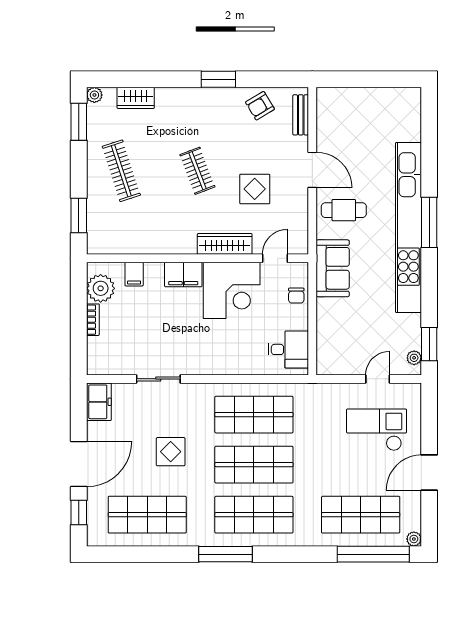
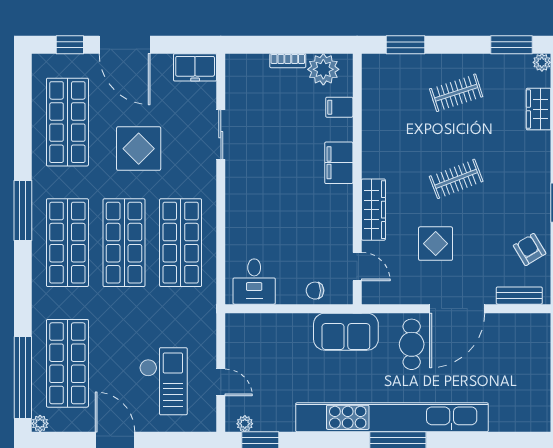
door: (312, 170) -> (457, 309), width x1.36
clothes rail: (121, 171) -> (456, 93), width x0.73
corner desk: (232, 290) -> (321, 217), removed
display table: (171, 452) -> (139, 149), width x1.36, depth x1.36

